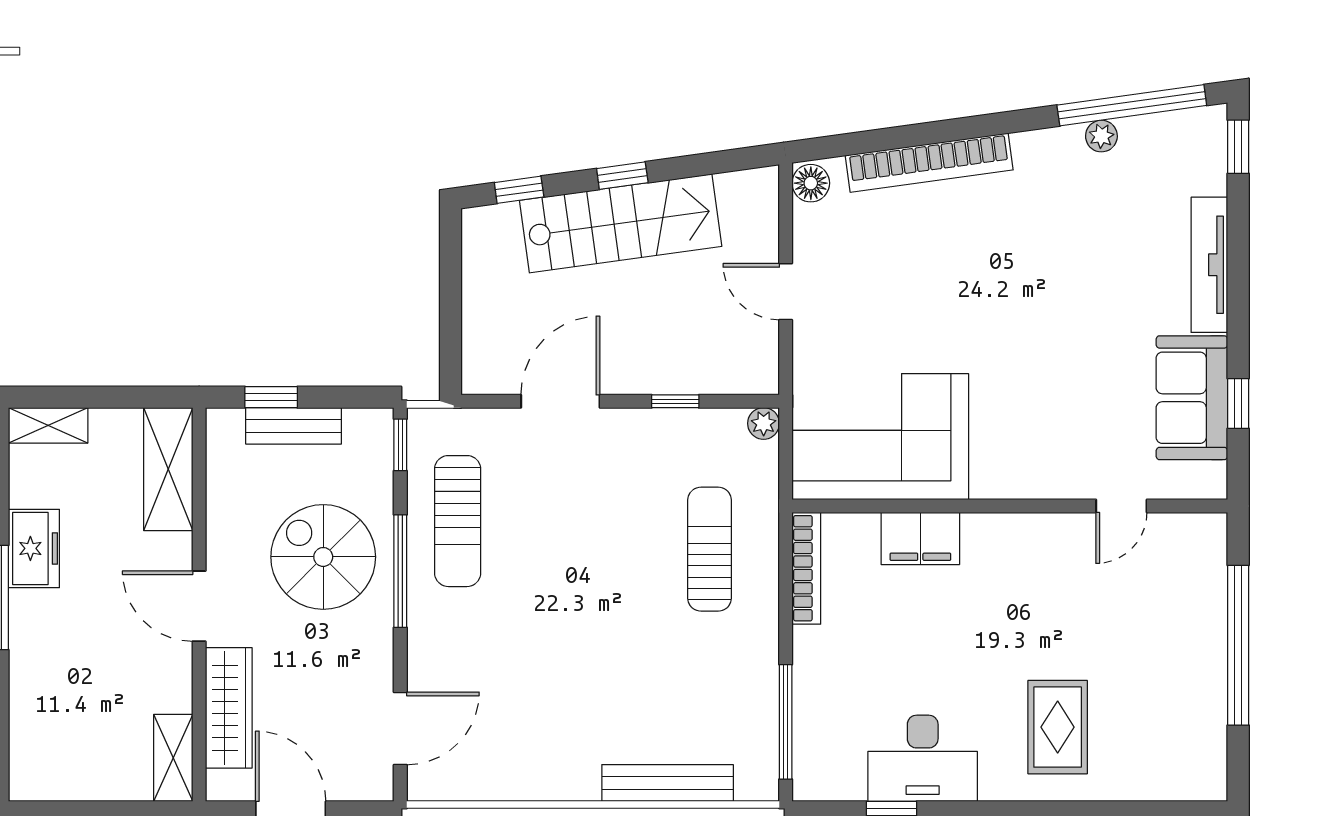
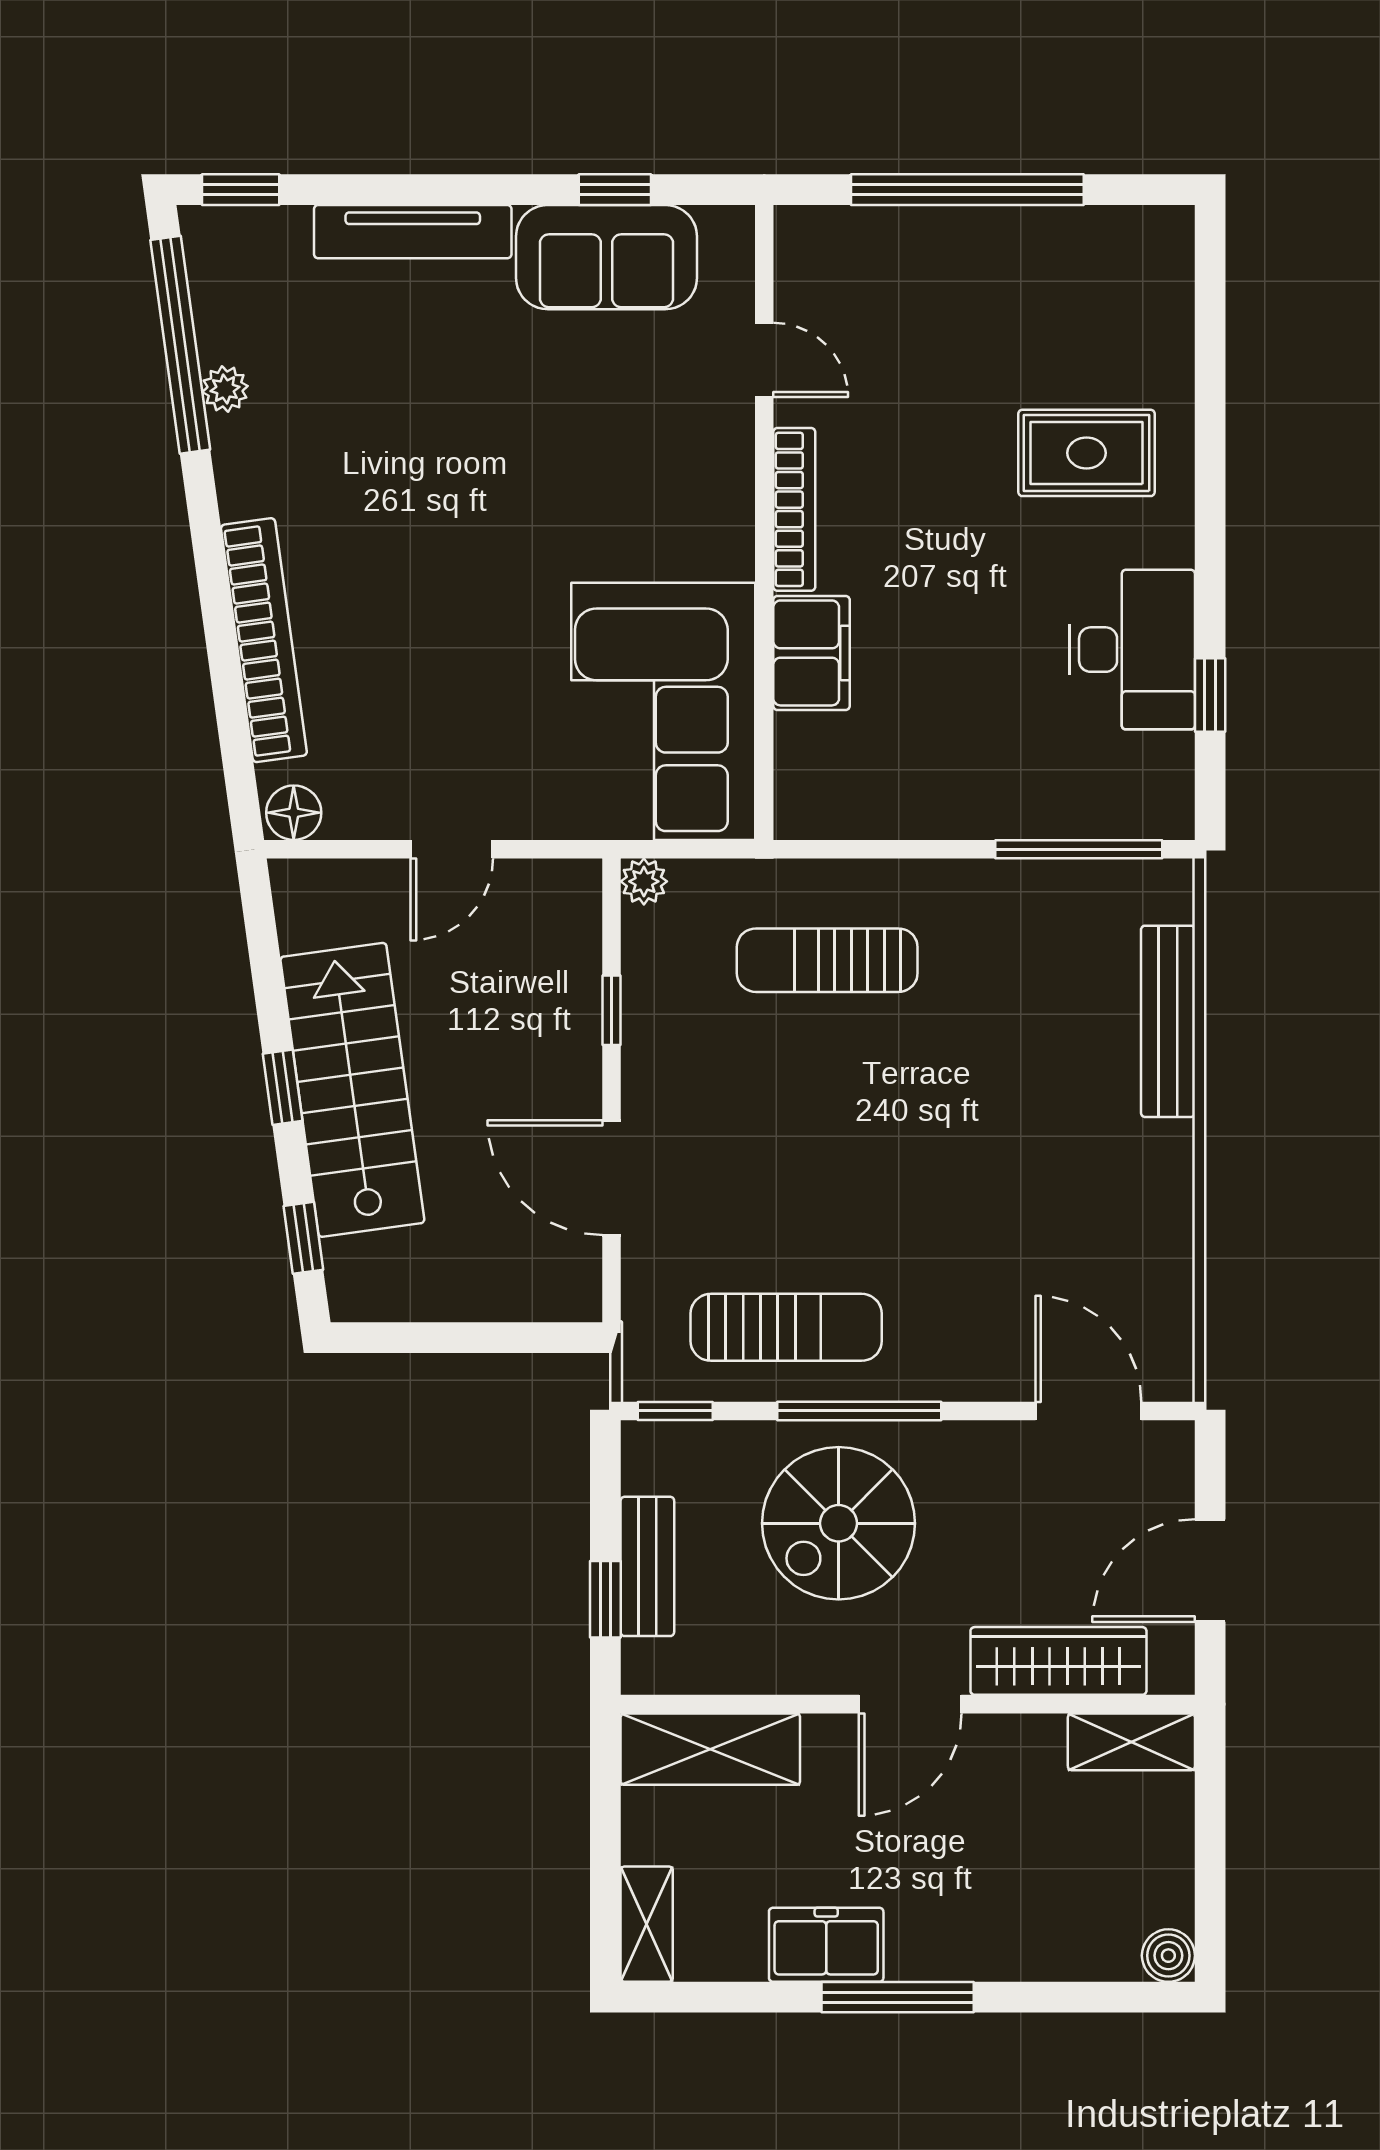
bookcase: (806, 568) -> (794, 509), moved, turned 90
boiler: (27, 783) -> (1168, 1956), added

